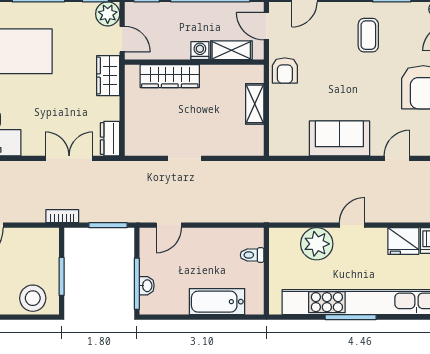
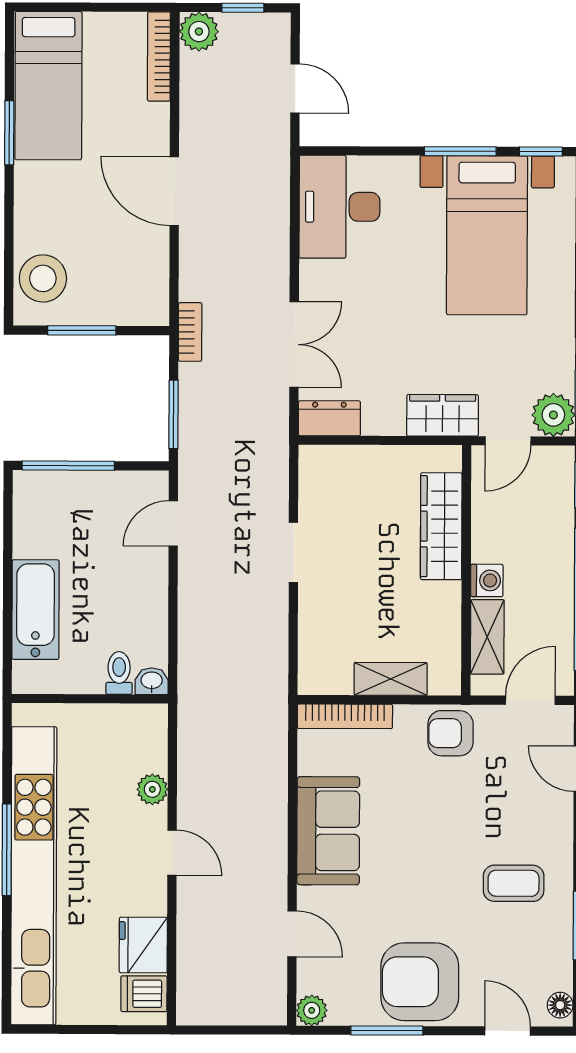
bookcase: (276, 129) -> (345, 716), added
door: (169, 225) -> (173, 523), hinge flipped
plant: (317, 244) -> (152, 789), width x0.53, depth x0.53
washbasin: (147, 286) -> (152, 681), moved, turned 180

